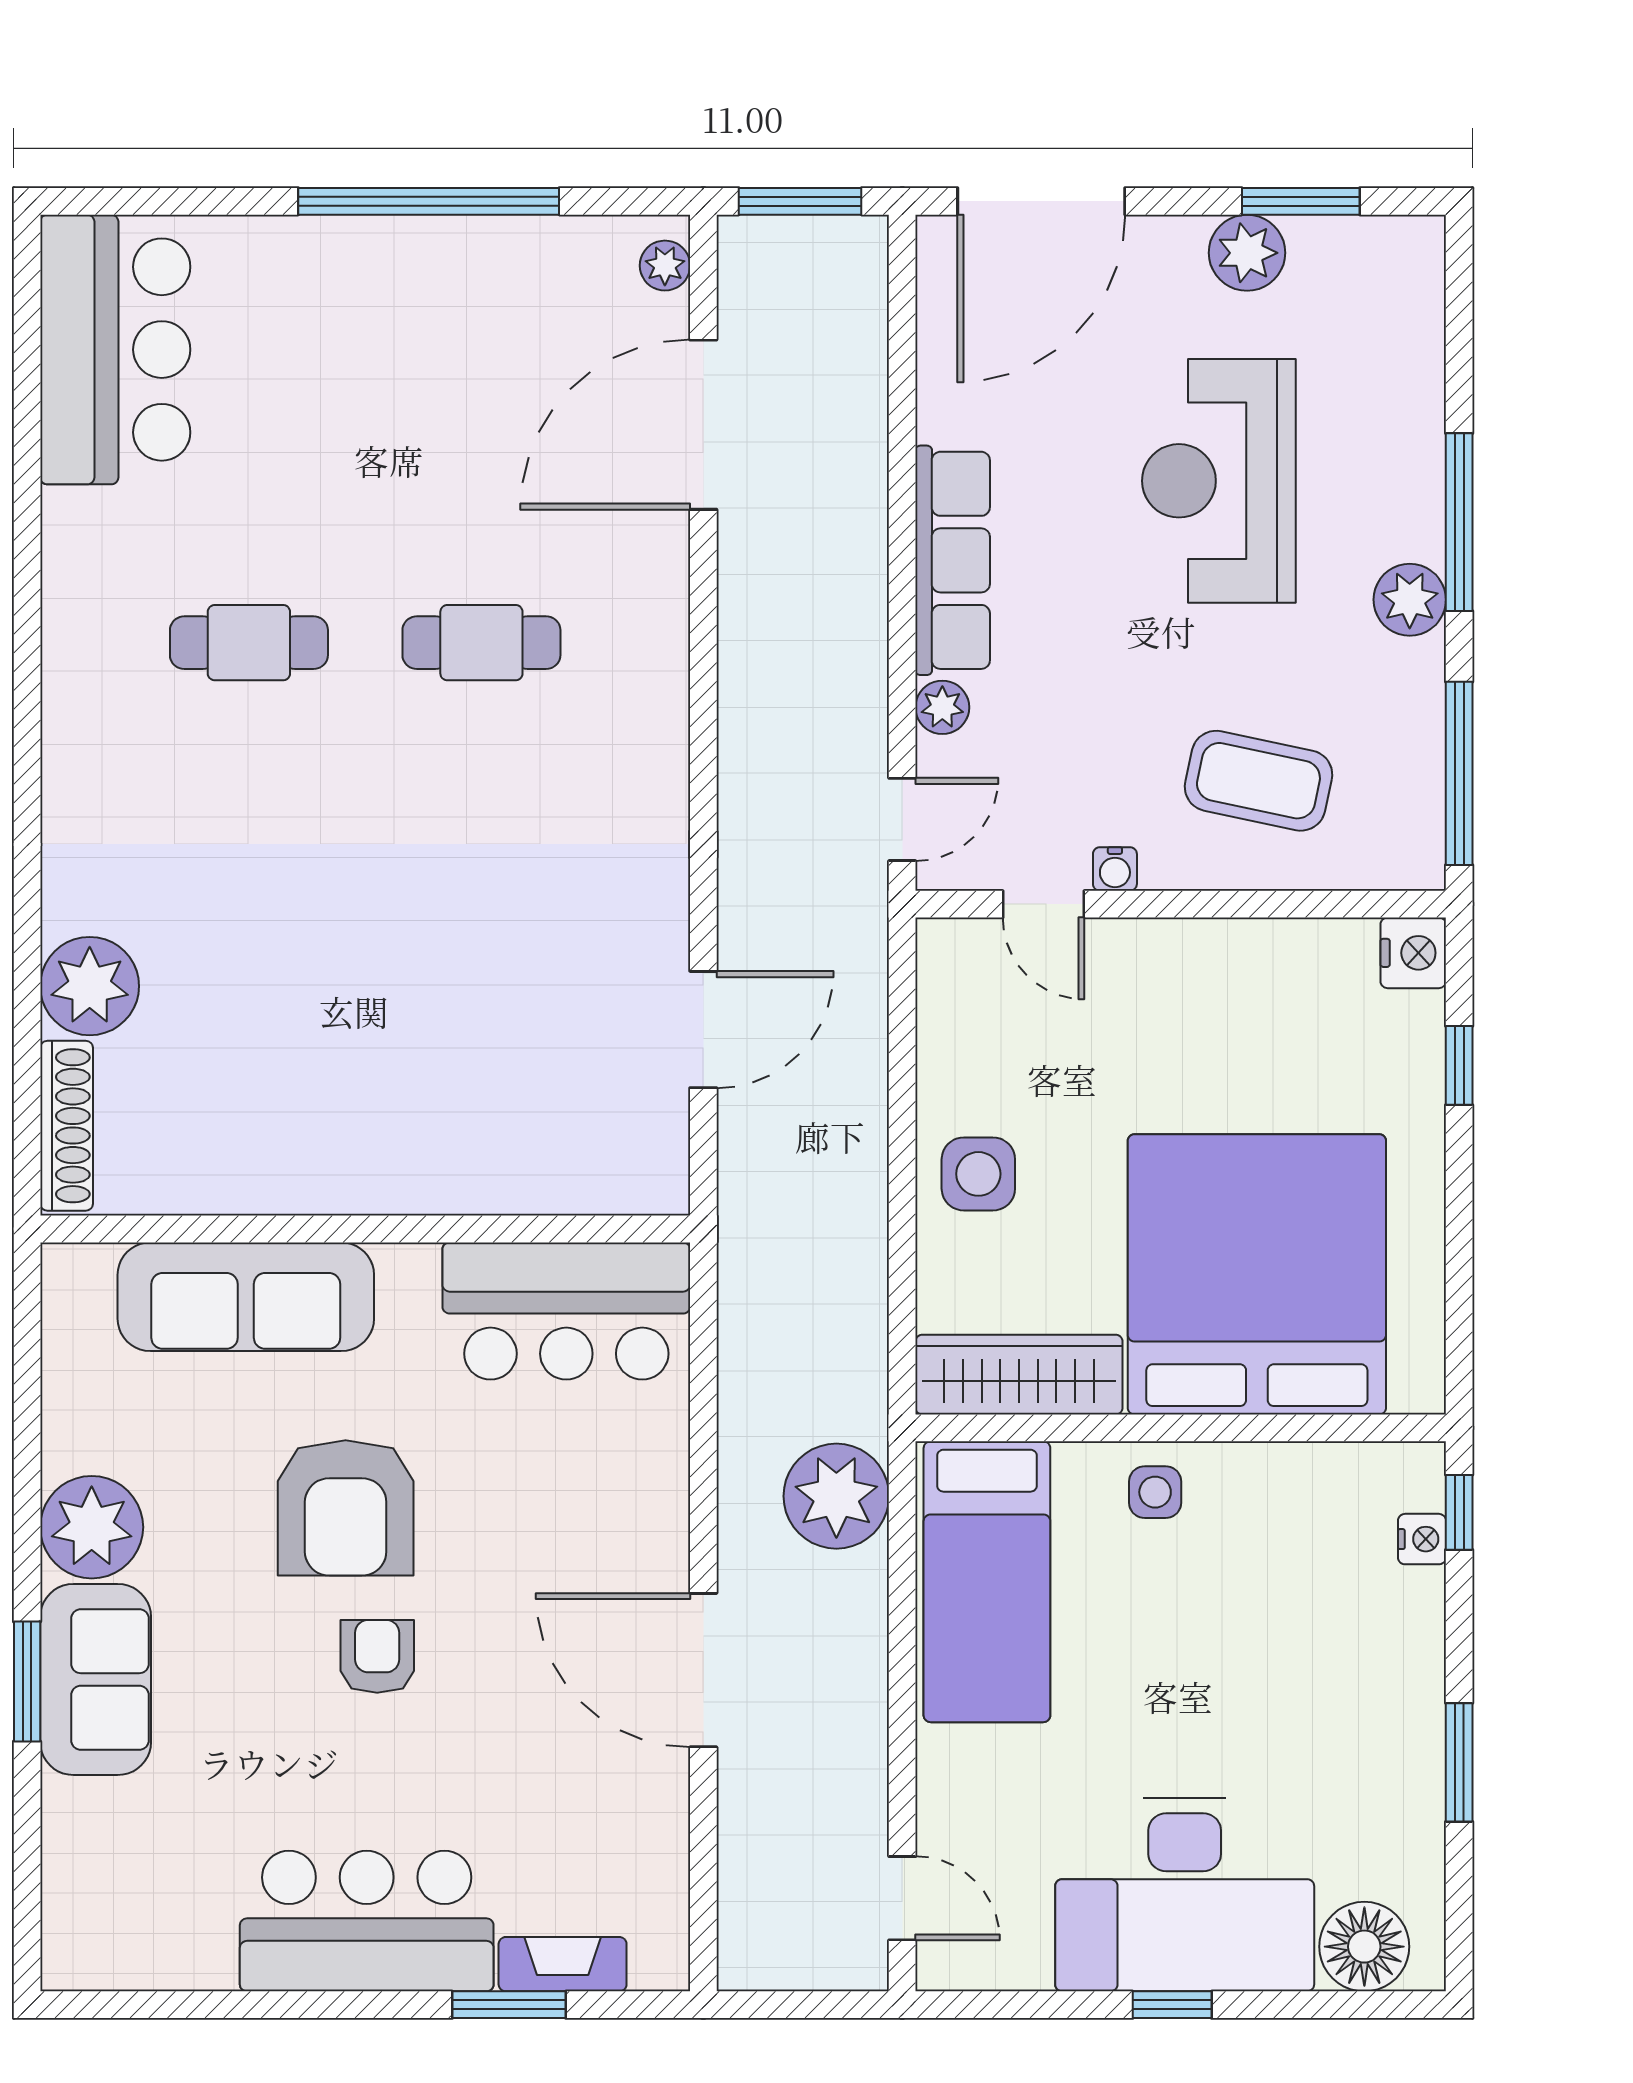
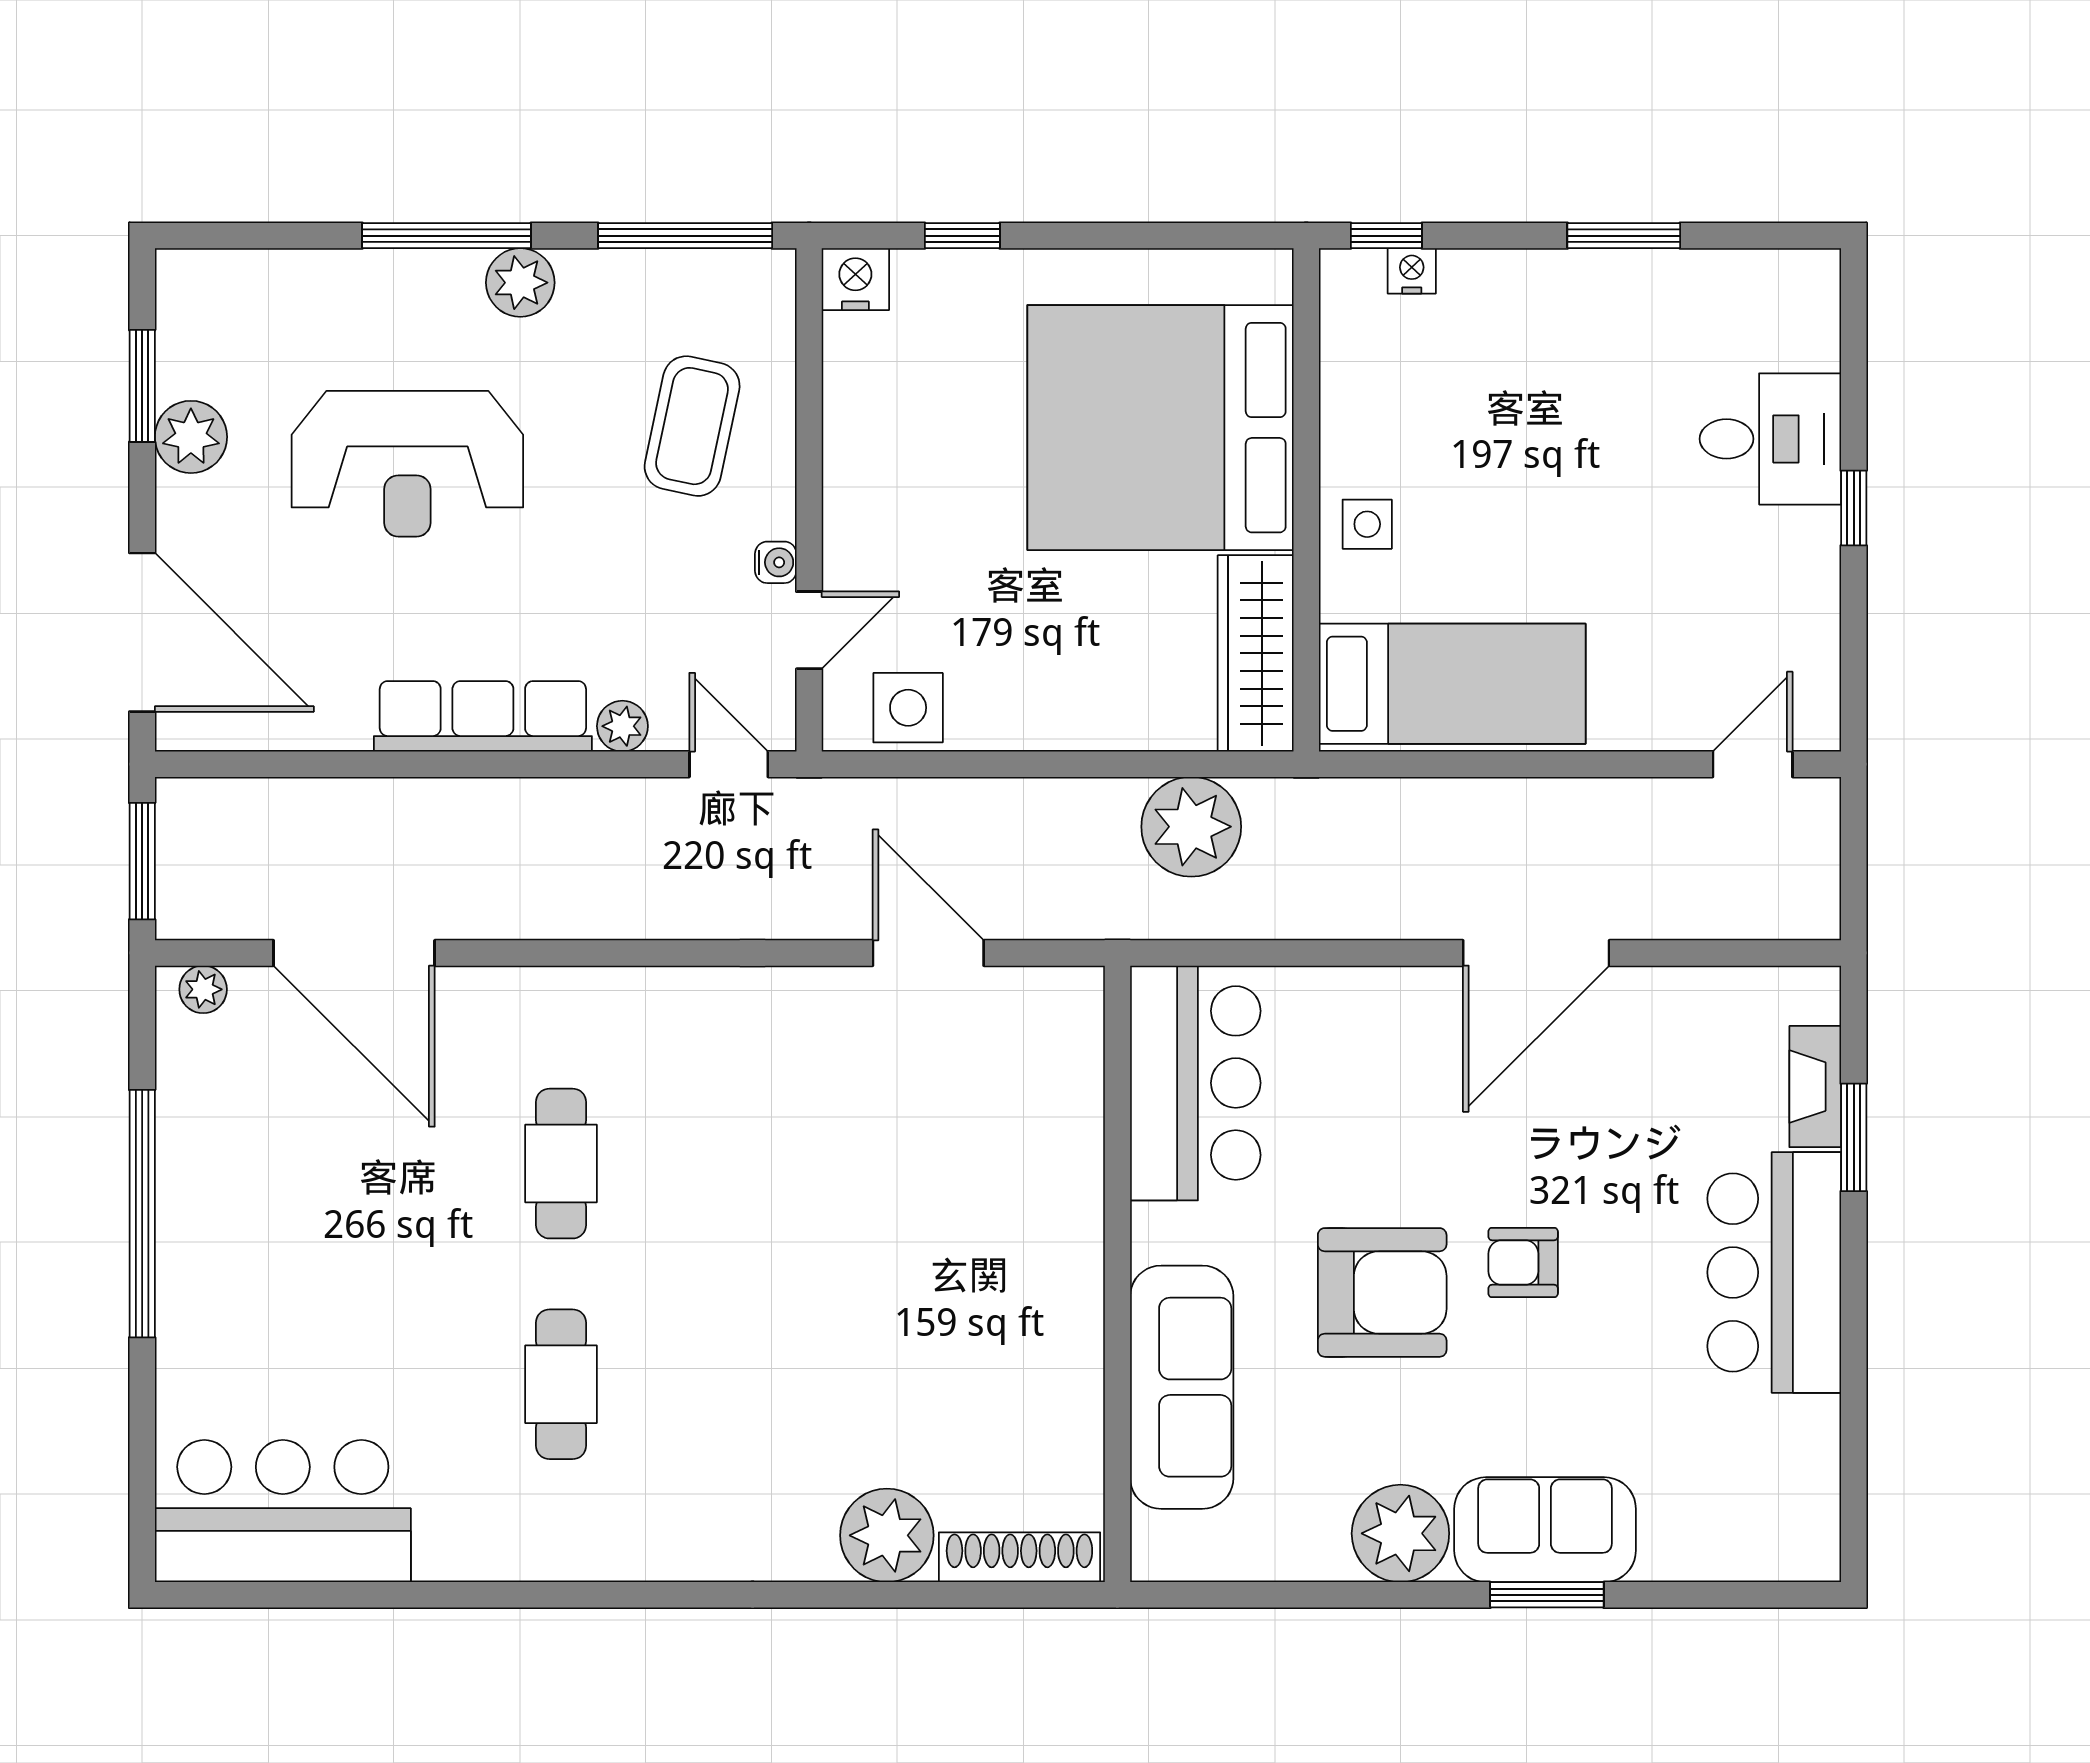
side table: (978, 1174) -> (908, 708), moved
plant: (836, 1496) -> (1191, 827), moved
desk: (1185, 1895) -> (1770, 439), width x0.53, depth x0.77
floor lamp: (1364, 1947) -> (1798, 326), removed

